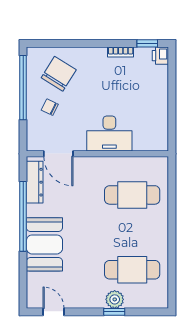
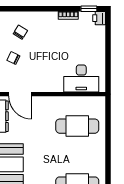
chair: (59, 74) -> (20, 32), width x0.54, depth x0.54
desk: (109, 133) -> (81, 78), moved

